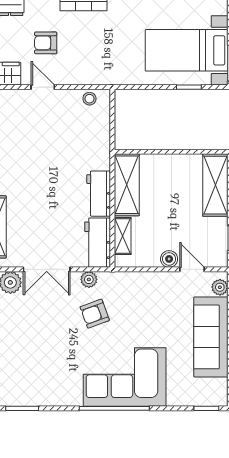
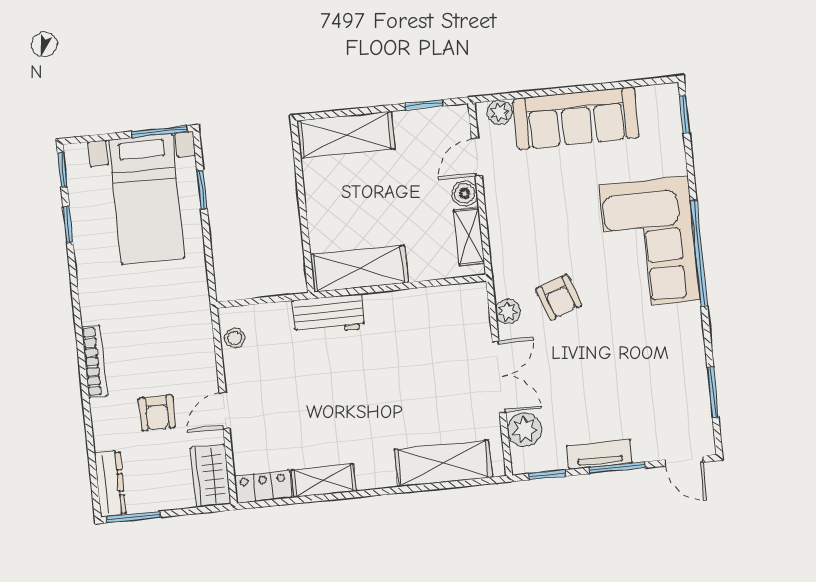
workbench: (99, 194) -> (329, 315), moved
shelving: (123, 236) -> (469, 237), moved, turned 90
workbench: (98, 243) -> (451, 304), removed

